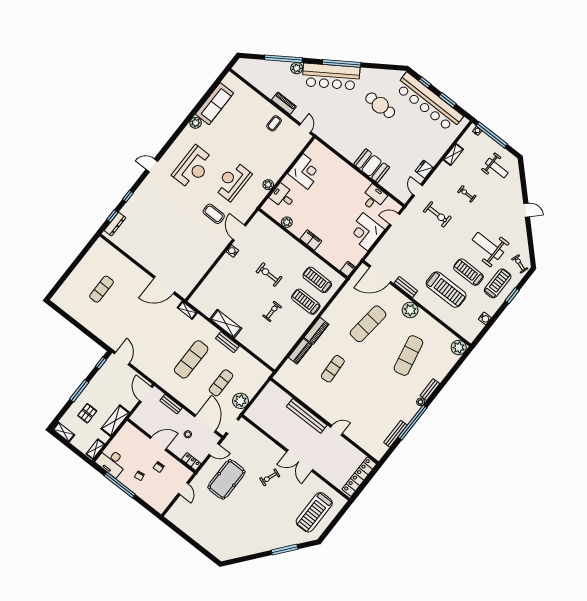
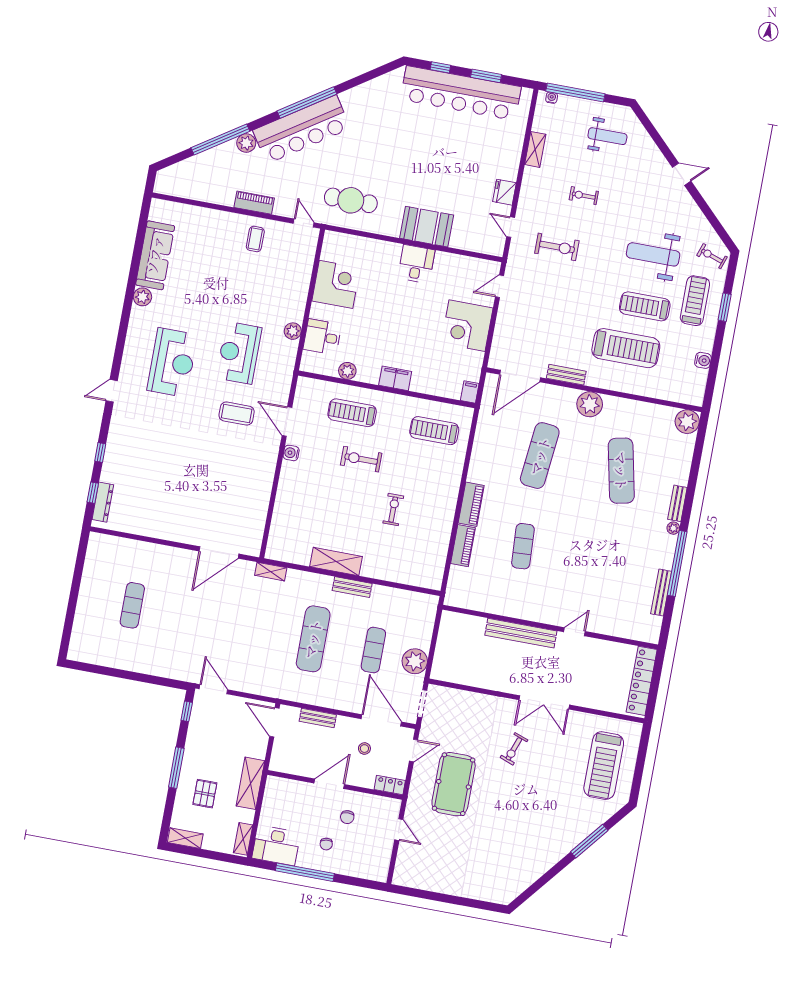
cafe table: (380, 105) -> (351, 200), moved
desk: (374, 198) -> (416, 264), moved
treadmill: (306, 302) -> (352, 413), moved

